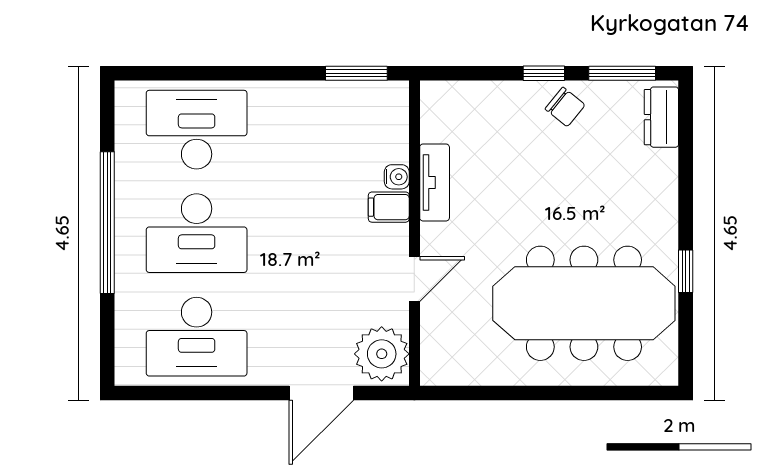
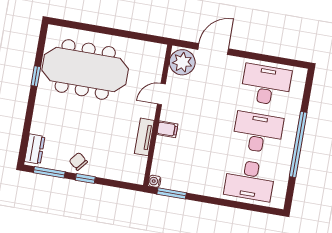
water cooler: (397, 177) -> (155, 181), moved

